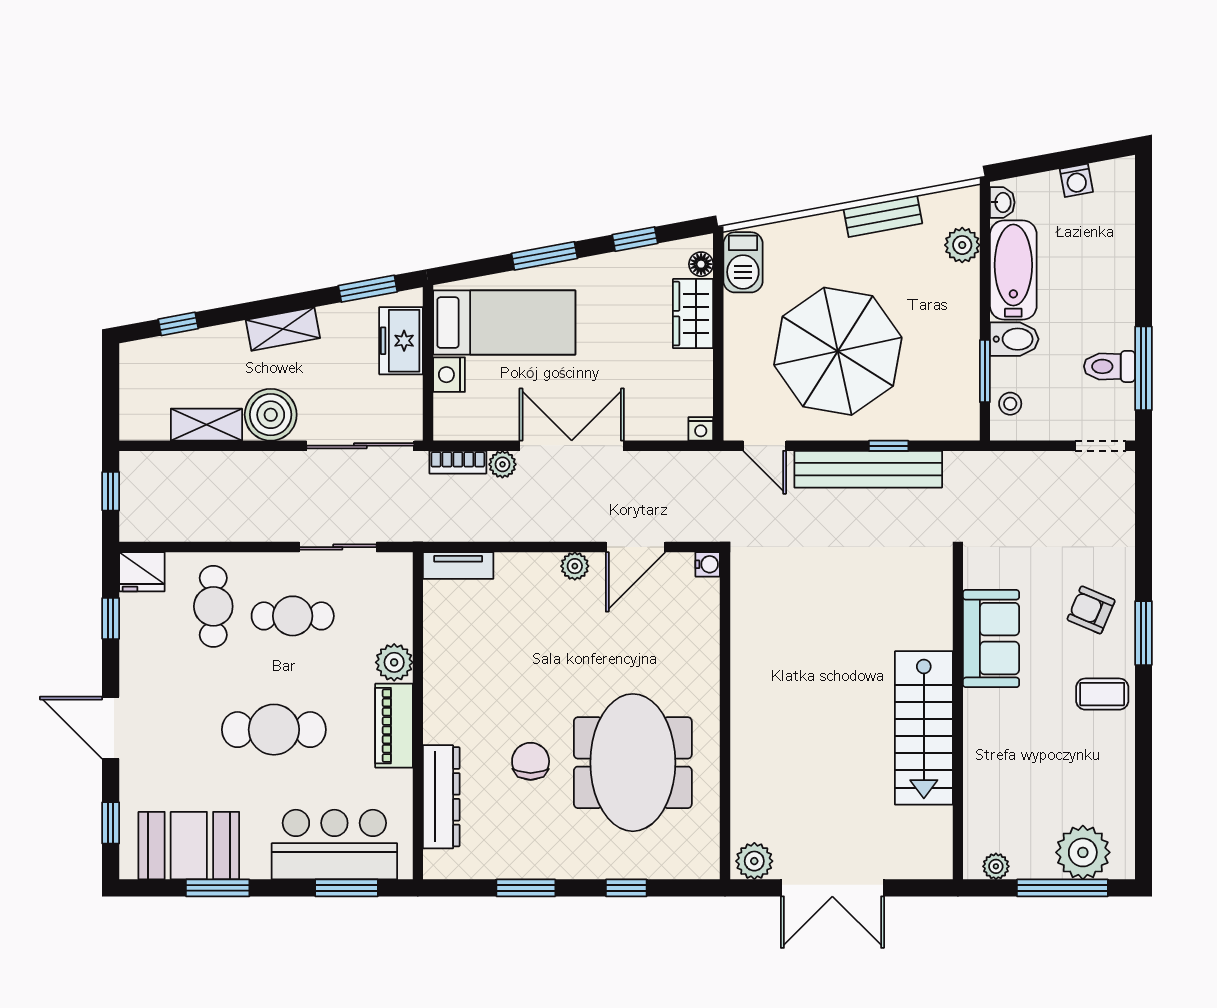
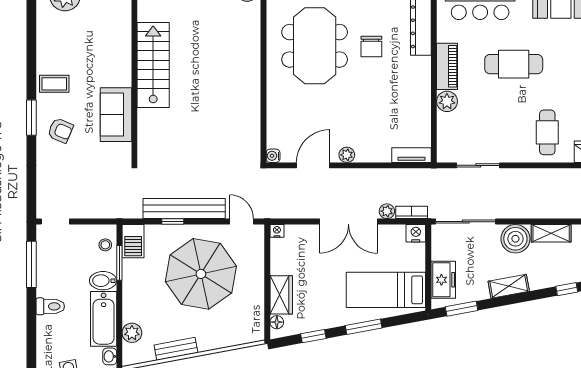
barbecue: (743, 262) -> (133, 241), moved, turned 180
toilet: (1109, 366) -> (50, 306), moved
nightstand: (449, 375) -> (416, 233), moved, turned -90
cafe table: (293, 616) -> (503, 127), removed

